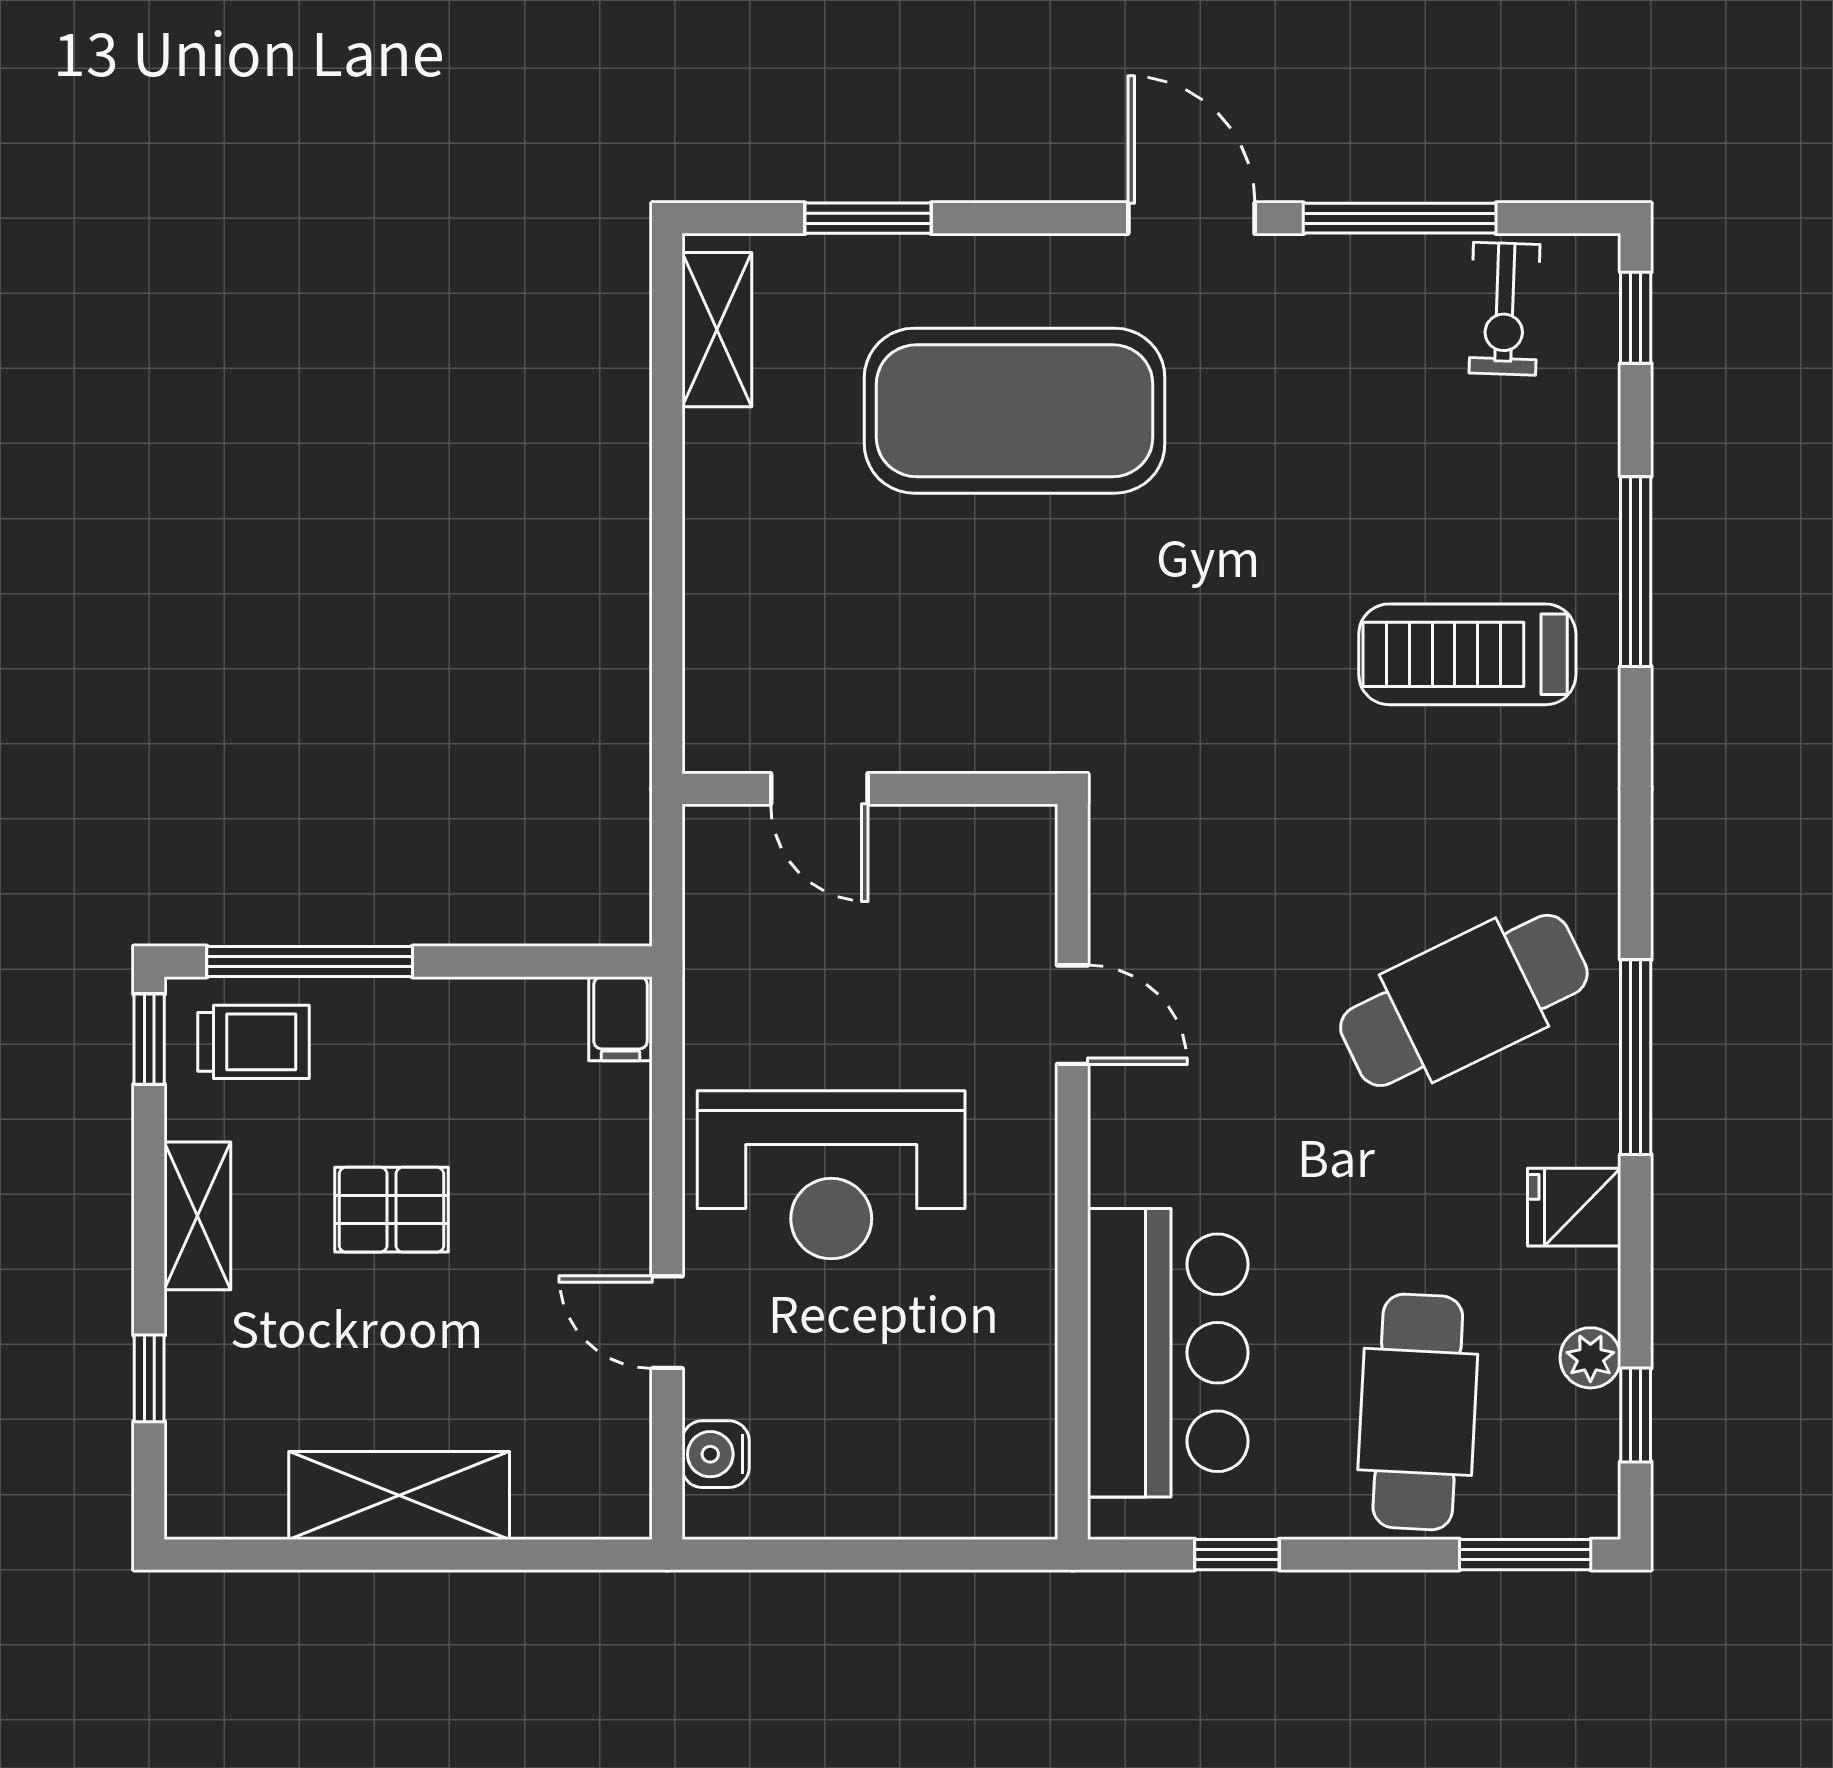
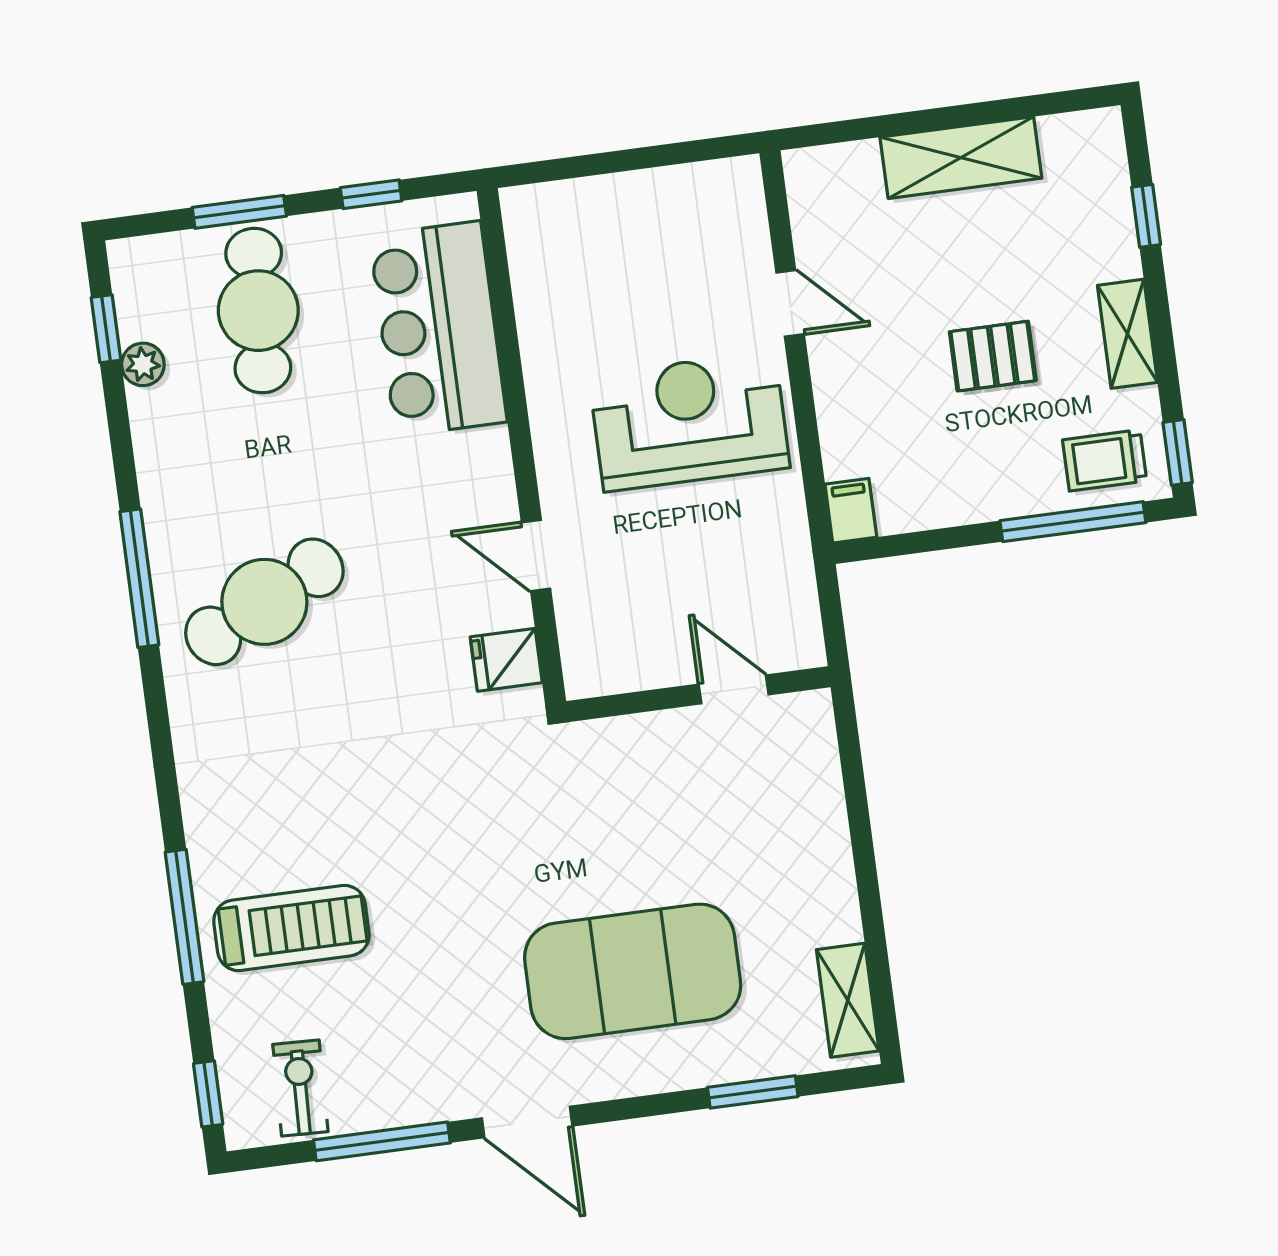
treadmill: (1467, 654) -> (291, 928), moved
fridge: (1574, 1207) -> (506, 660), moved, turned 180
water cooler: (716, 1454) -> (744, 216), removed
window: (1525, 1555) -> (239, 212), moved

